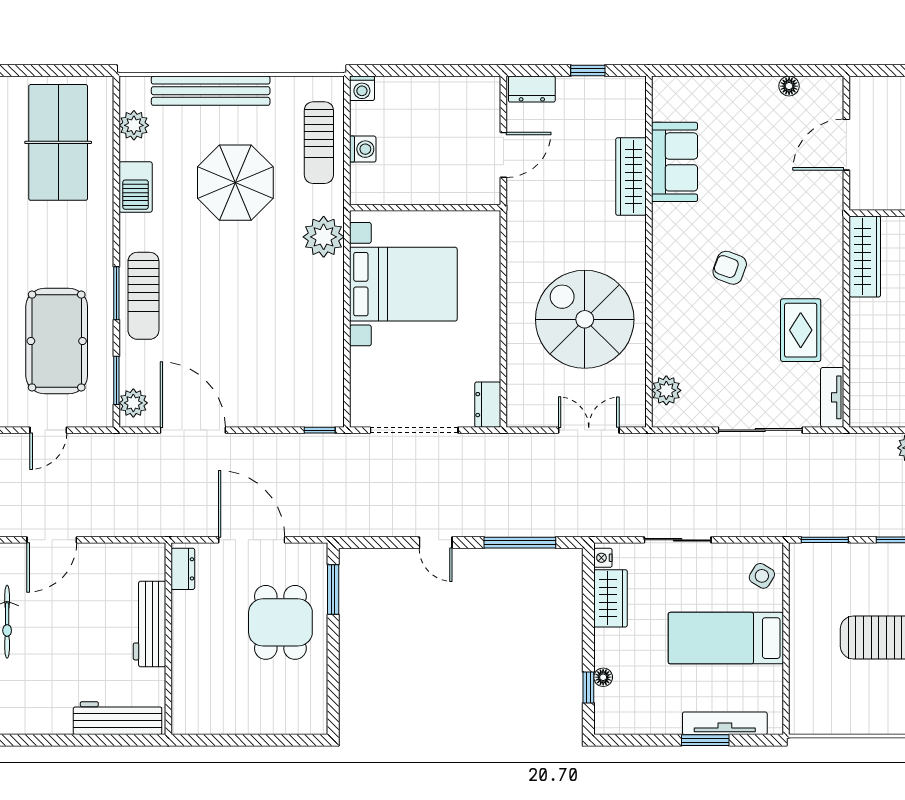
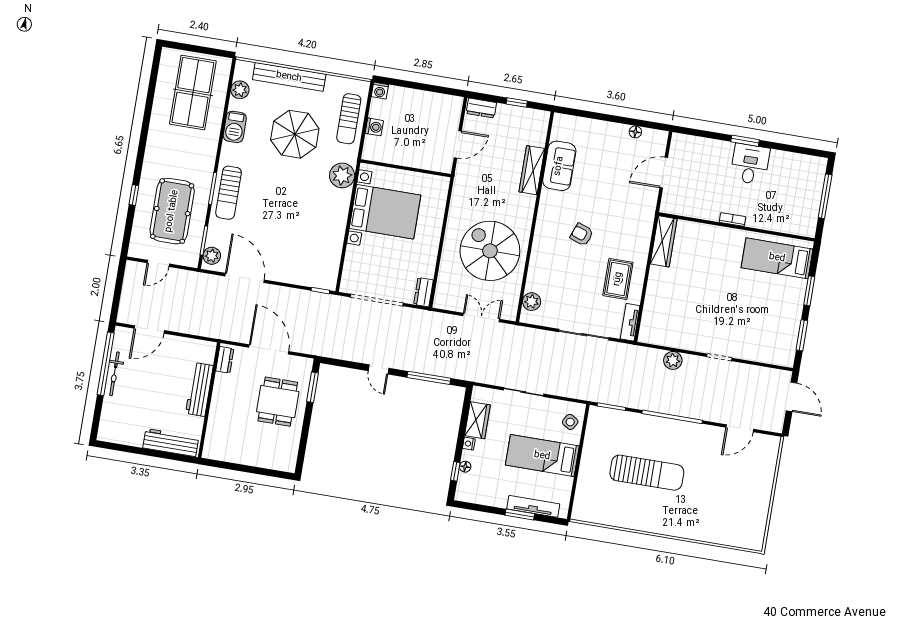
nightstand: (603, 558) -> (469, 444), moved

